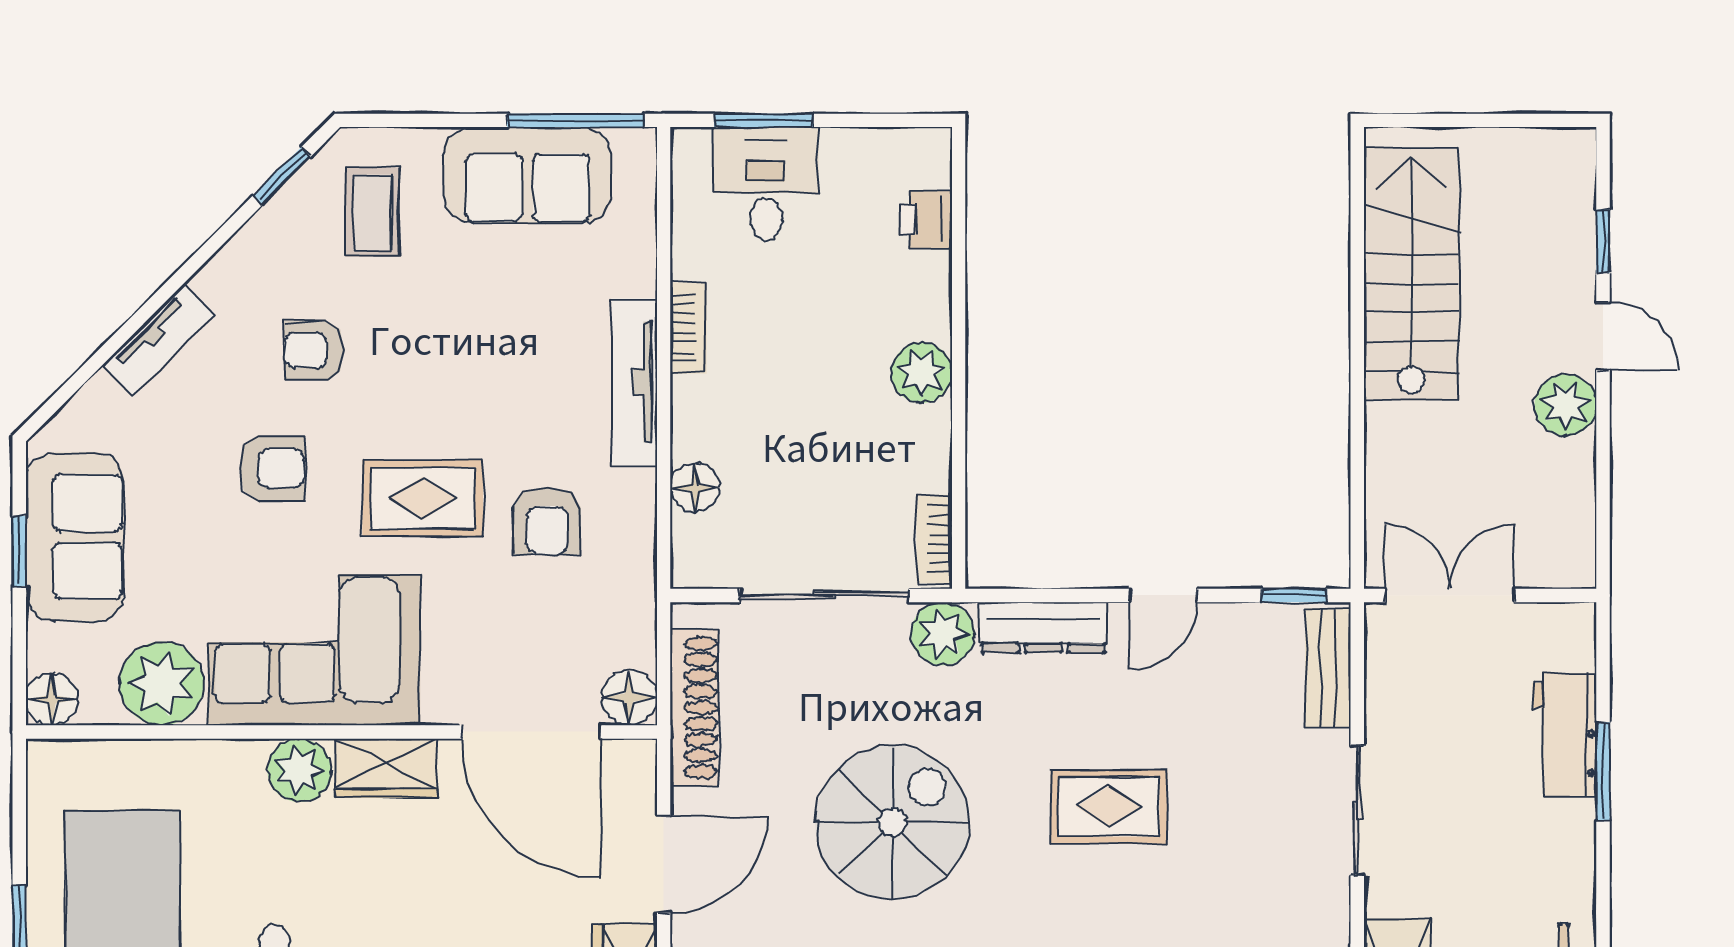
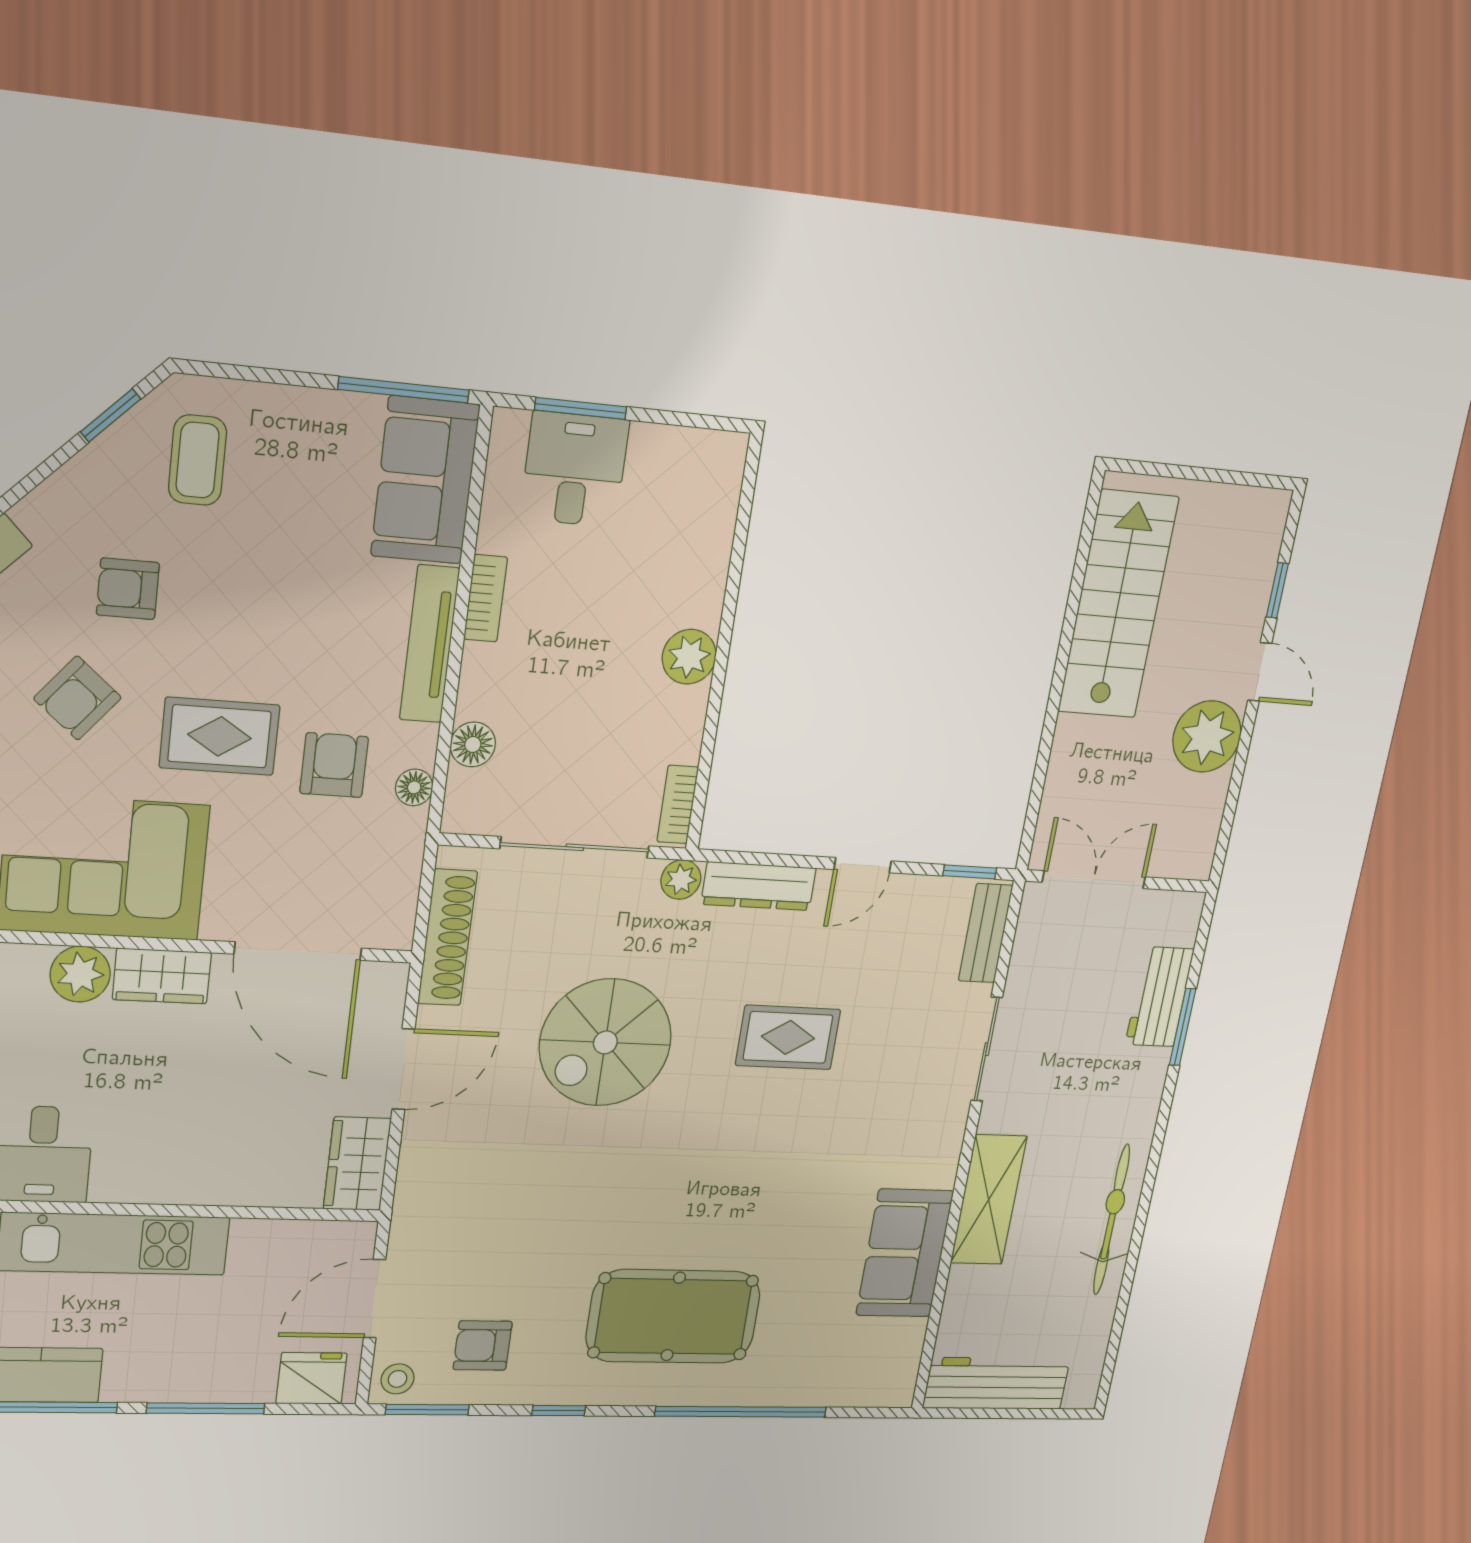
sofa: (528, 175) -> (425, 480), moved, turned 90
printer: (926, 219) -> (714, 517), removed
plant: (1565, 405) -> (1207, 736), width x1.36, depth x1.36
armchair: (272, 468) -> (77, 698), turned 130
armchair: (547, 521) -> (334, 765), turned 180
plant: (943, 634) -> (681, 880), width x0.73, depth x0.73
floor lamp: (629, 698) -> (414, 787), moved, width x0.73, depth x0.73
spiral stairs: (892, 822) -> (605, 1042), turned 180

